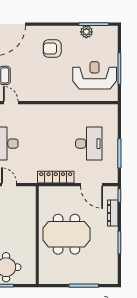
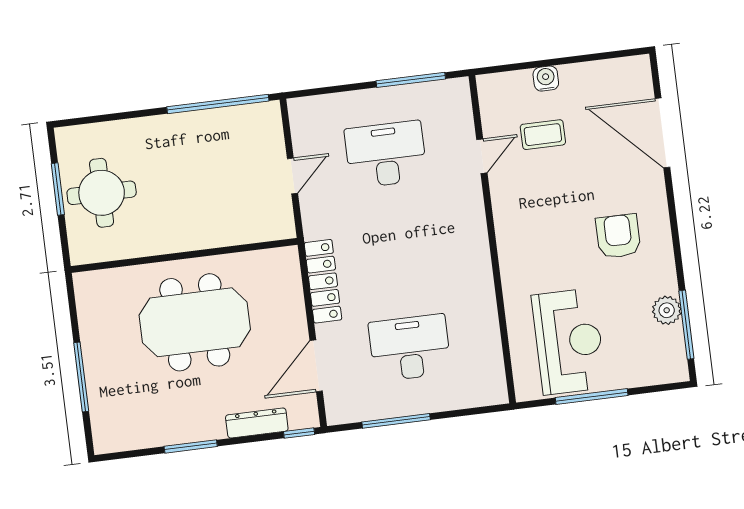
desk: (89, 144) -> (410, 348), turned 180
meeting table: (66, 234) -> (195, 322), turned 90

